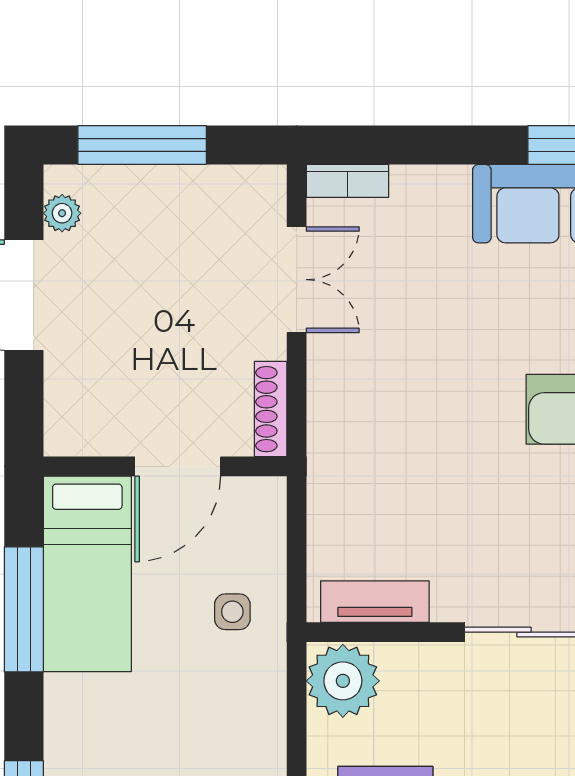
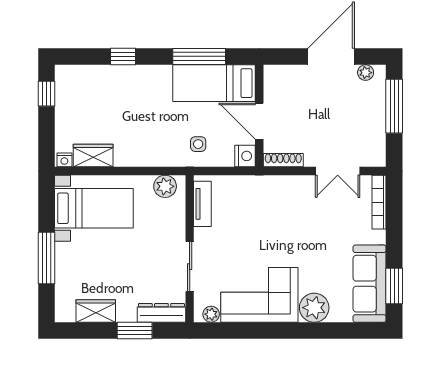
bookcase: (347, 181) -> (379, 202), width x1.56
nightstand: (261, 500) -> (245, 156), added
plant: (343, 681) -> (165, 186), width x0.73, depth x0.73

